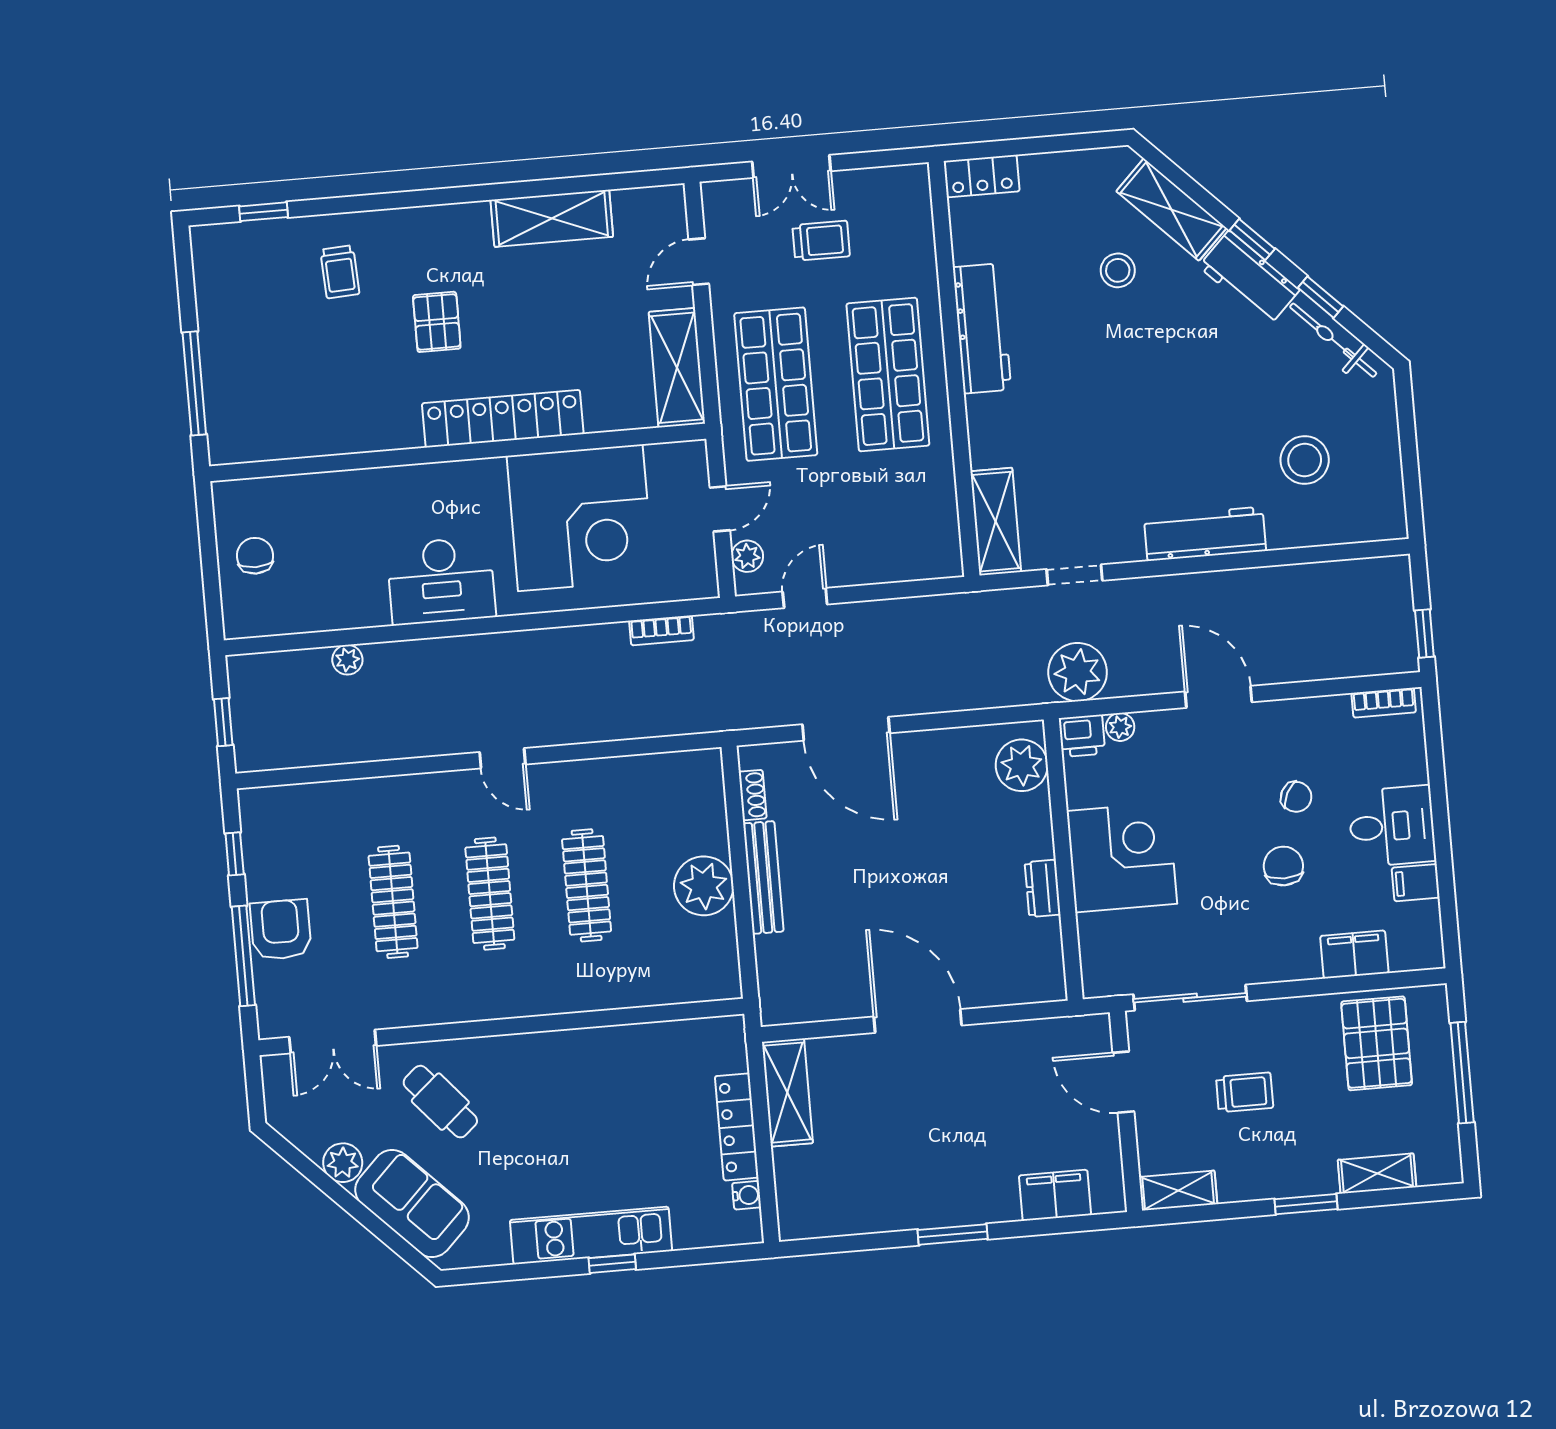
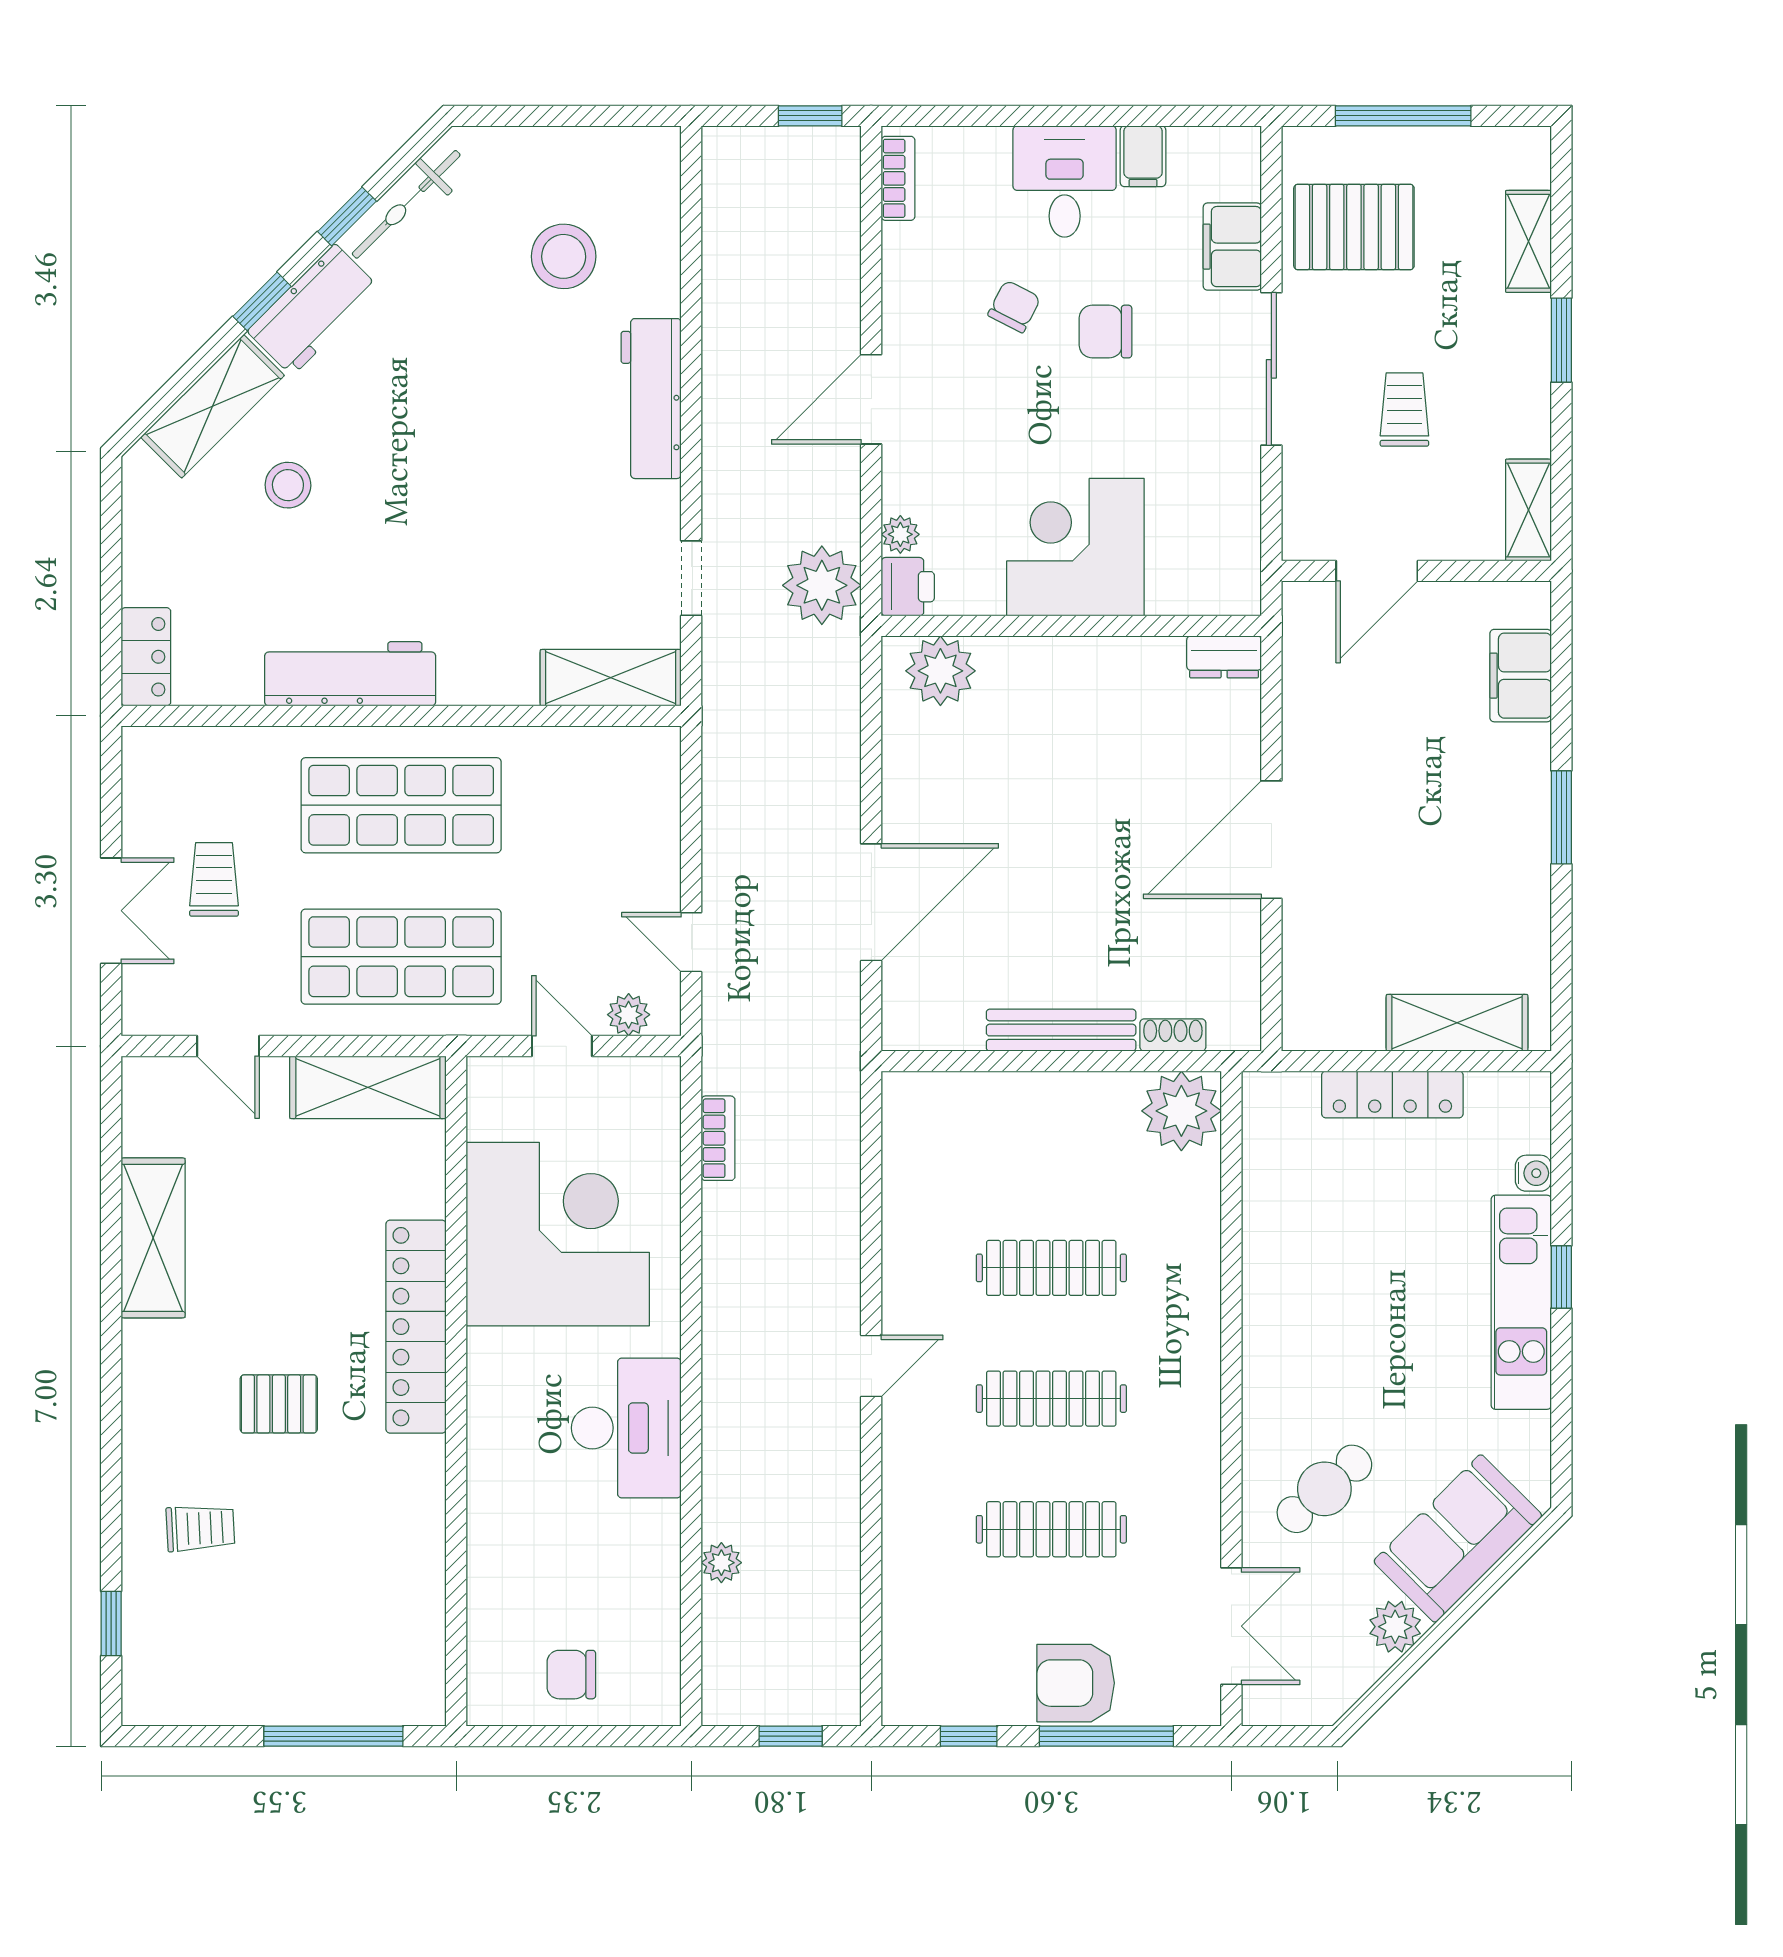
shoe rack: (753, 795) -> (1173, 1035), moved
plant: (704, 886) -> (1181, 1111), moved
dresser: (1043, 888) -> (1224, 657), moved
sliding door: (1190, 998) -> (1271, 369), moved
shelving: (787, 1093) -> (1457, 1023), moved
water cooler: (747, 1195) -> (1533, 1173), moved, turned 90

